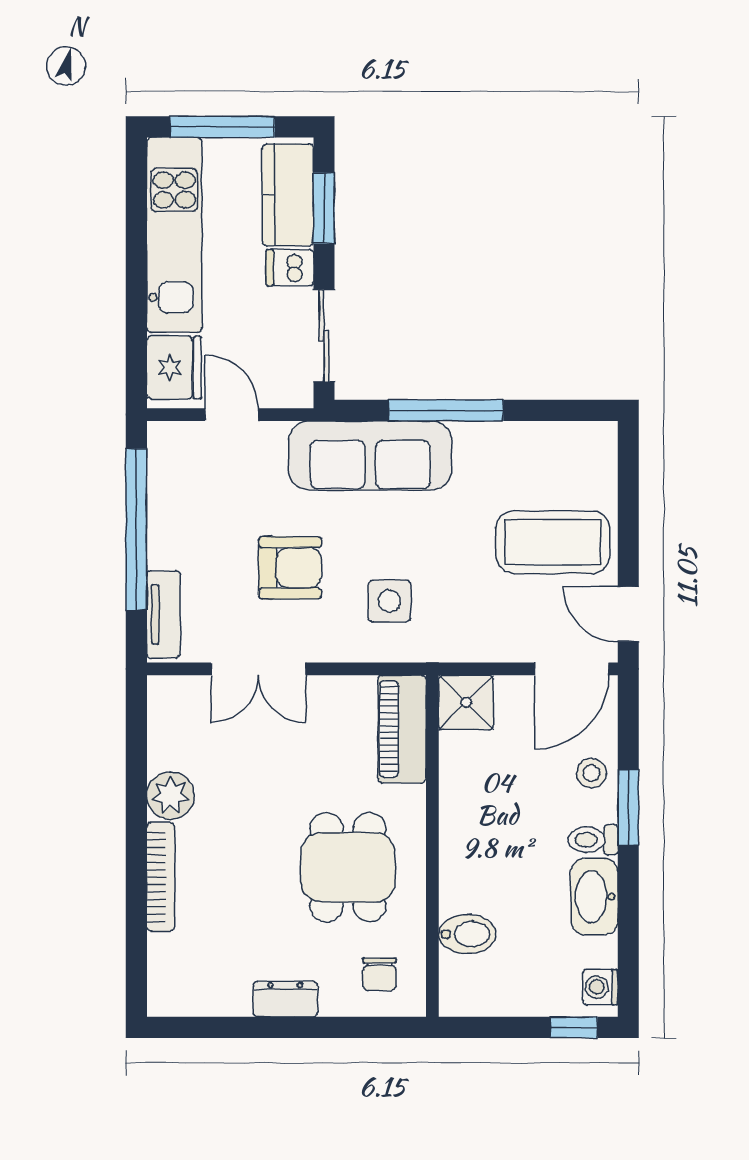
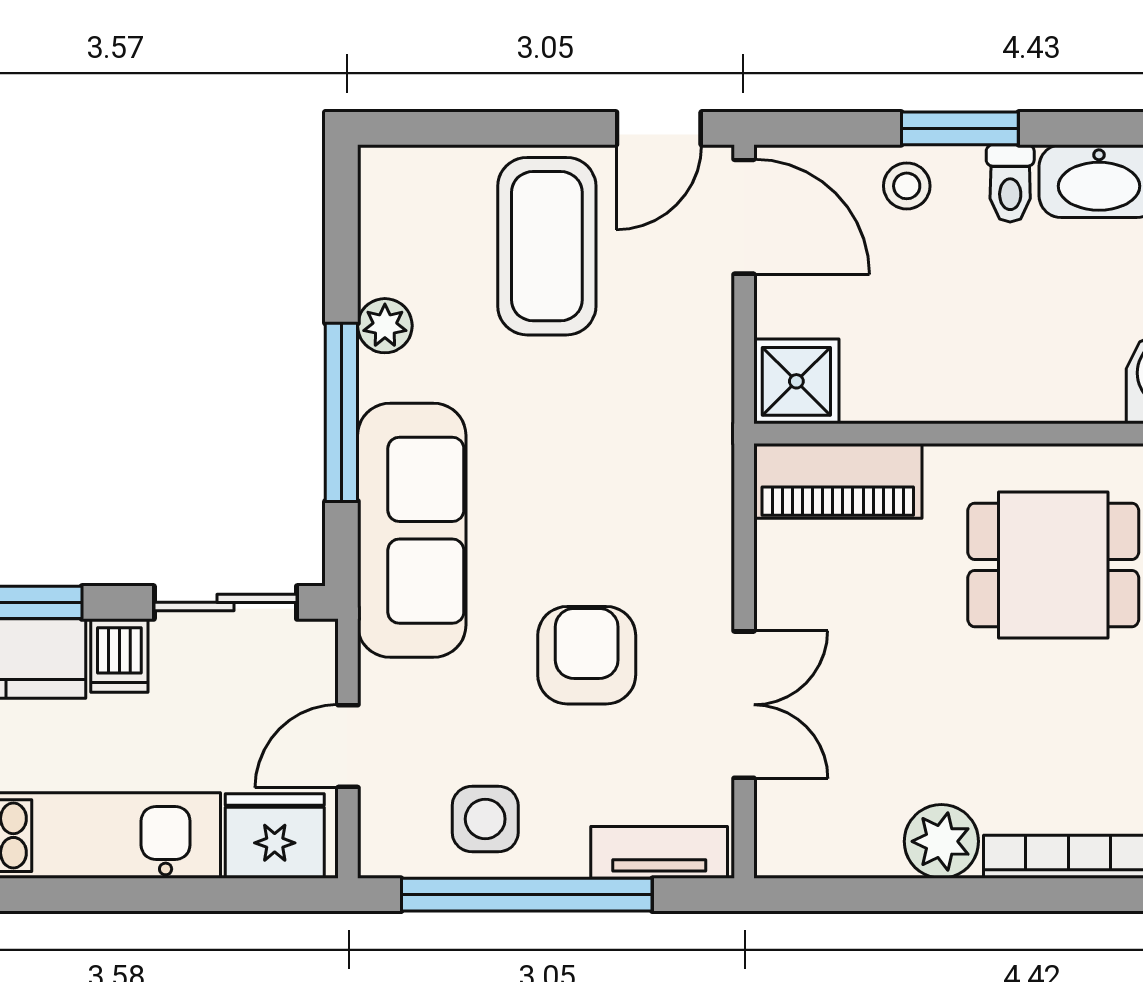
plant: (502, 438) -> (385, 326), added
side table: (389, 601) -> (485, 819), moved

